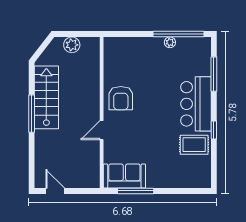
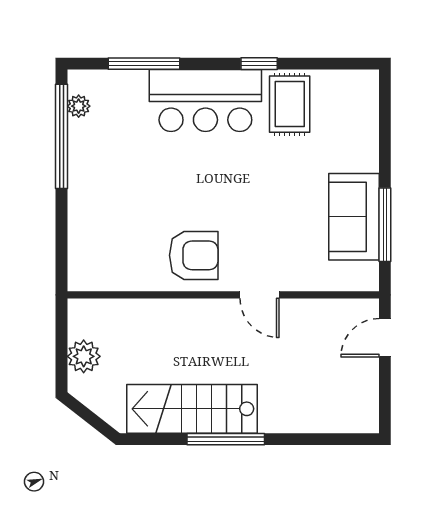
plant: (170, 42) -> (79, 106), moved
sofa: (124, 176) -> (354, 217), moved
door: (55, 191) -> (385, 338), moved

